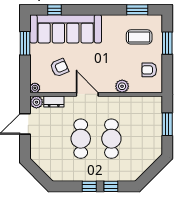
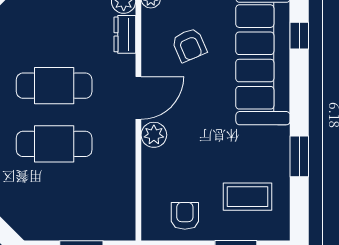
window: (137, 10) -> (299, 156), moved
coffee table: (139, 37) -> (248, 197), turned 90
plant: (122, 86) -> (154, 135), moved

